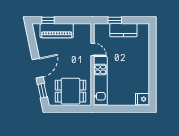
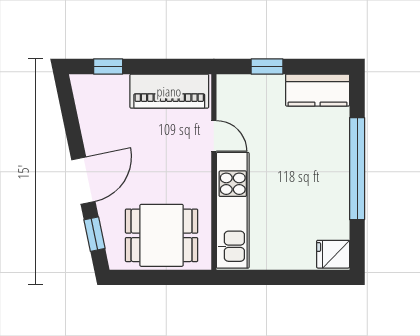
kitchen counter: (123, 30) -> (318, 90), moved
piano: (57, 31) -> (169, 91), moved
window: (152, 63) -> (357, 169), added

